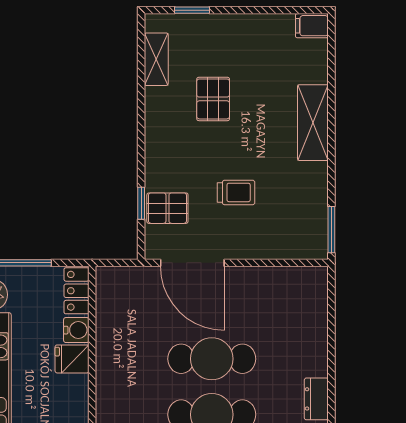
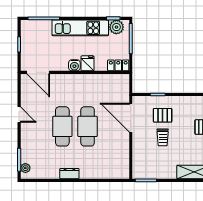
pallet: (167, 208) -> (163, 115), moved, turned 90
door: (192, 263) -> (131, 118), hinge flipped
water cooler: (76, 330) -> (74, 65), moved

